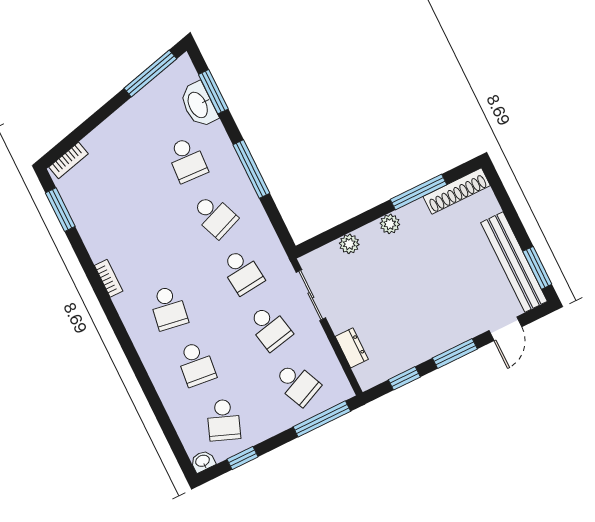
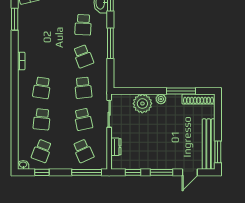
plant: (349, 244) -> (142, 104), width x1.87, depth x1.87

